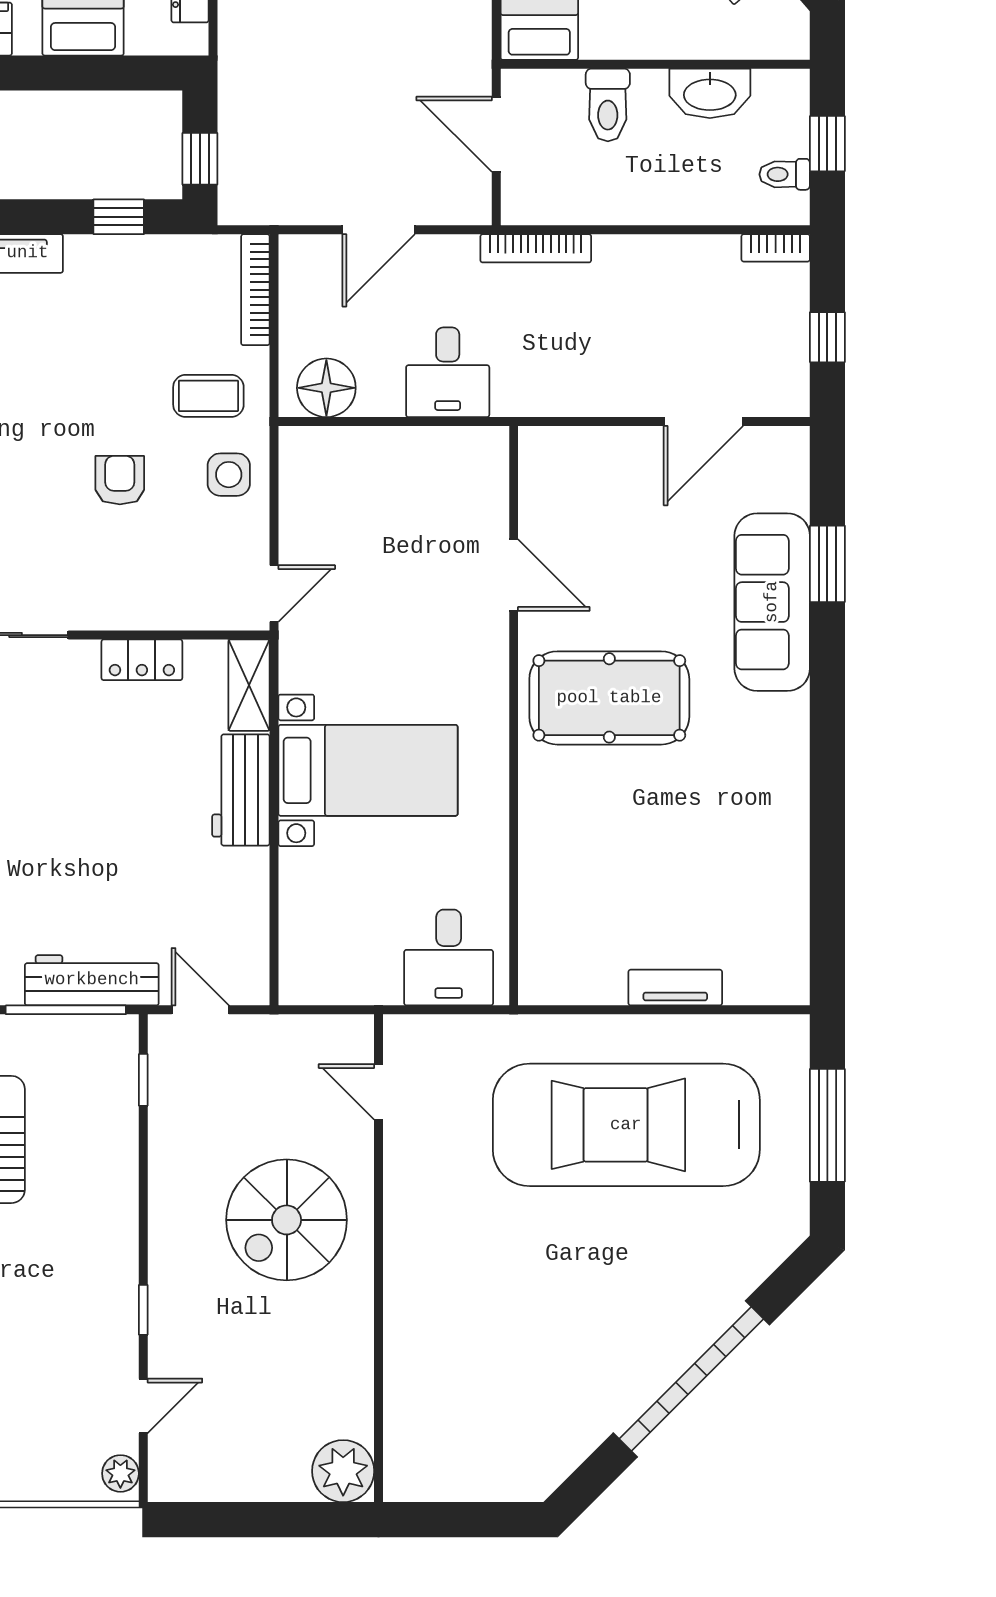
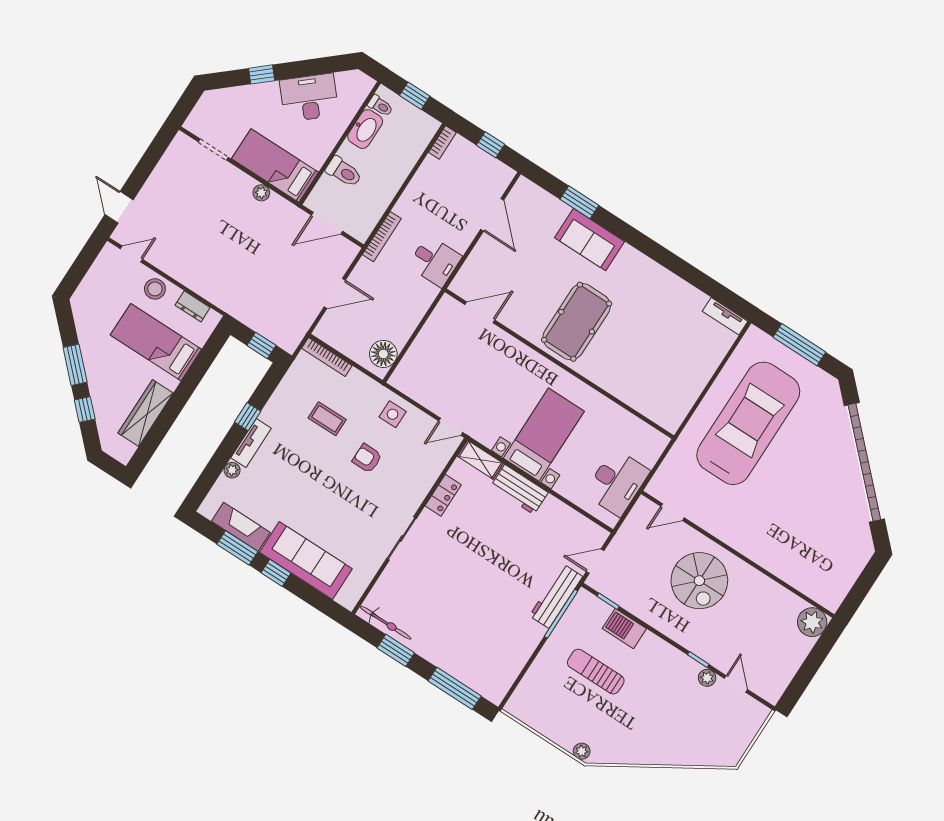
toilet: (785, 174) -> (380, 106), moved, turned -90
window: (119, 217) -> (248, 417), moved
door: (379, 230) -> (335, 293), hinge flipped
desk: (448, 372) -> (435, 261), moved
coffee table: (208, 396) -> (327, 419), moved, turned 90
door: (514, 575) -> (480, 312), moved
door: (274, 594) -> (451, 427), swing flipped
sofa: (772, 602) -> (590, 240), width x0.73
desk: (449, 958) -> (617, 482), moved, width x1.37
tv unit: (675, 988) -> (725, 316), moved, turned -90
car: (626, 1125) -> (748, 423), turned 180
barbecue: (113, 1141) -> (624, 629), added
garage door: (691, 1379) -> (864, 462), width x1.36
plant: (120, 1473) -> (707, 678), moved

